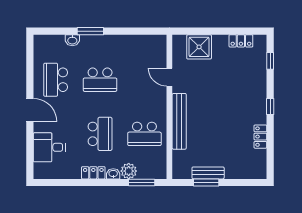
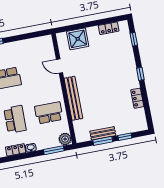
school desk: (144, 134) -> (49, 113), turned 180
plant: (129, 171) -> (65, 139), moved
window: (235, 182) -> (125, 137), added

